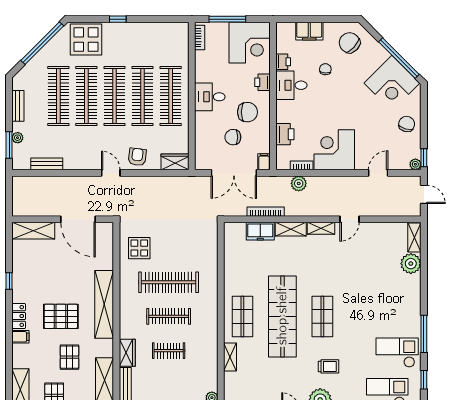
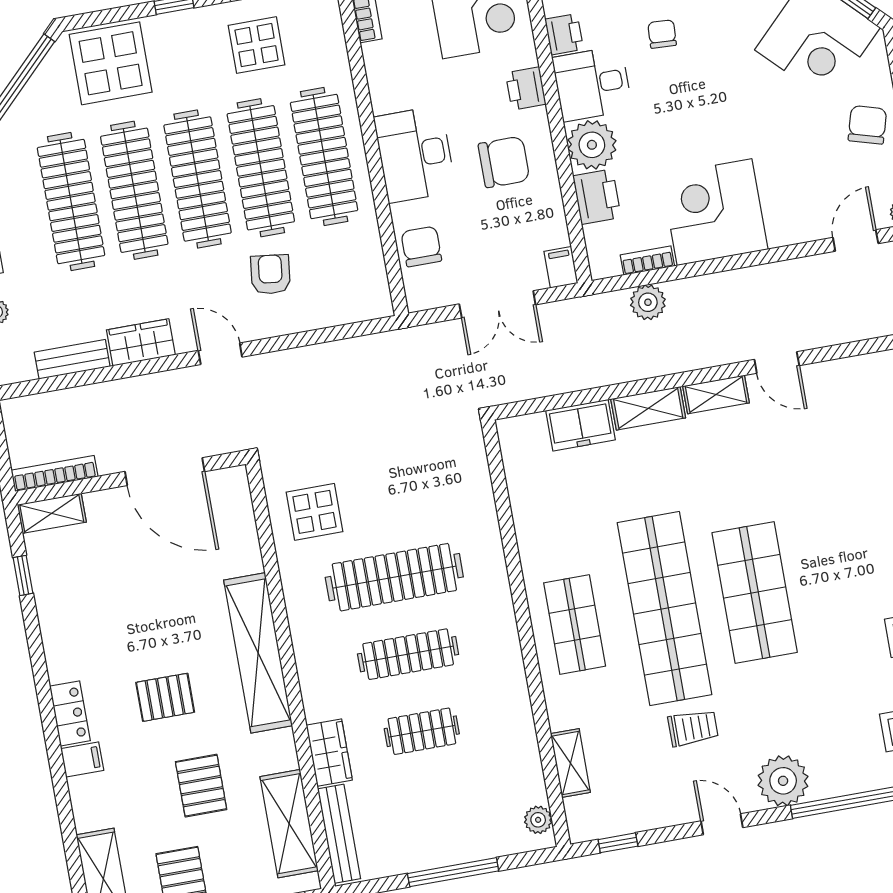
display table: (150, 43) -> (257, 45), added
desk: (210, 97) -> (415, 154), width x1.37
plant: (287, 111) -> (592, 145), added
chair: (233, 137) -> (421, 246), moved, turned 90
armchair: (137, 157) -> (270, 274), moved
wardrobe: (175, 162) -> (141, 342), moved
double door: (234, 173) -> (497, 304), width x0.73
door: (378, 173) -> (856, 241), moved
bookcase: (266, 212) -> (55, 473), moved
door: (350, 219) -> (777, 363), hinge flipped
shelving: (33, 231) -> (52, 513), width x0.67, depth x0.75
window: (9, 281) -> (23, 575), moved
pallet: (61, 316) -> (165, 697), width x0.67, depth x0.71
shop shelf: (322, 316) -> (755, 592), width x1.43, depth x1.36
shelving: (230, 357) -> (570, 763), moved
trolley: (328, 366) -> (693, 728), moved

